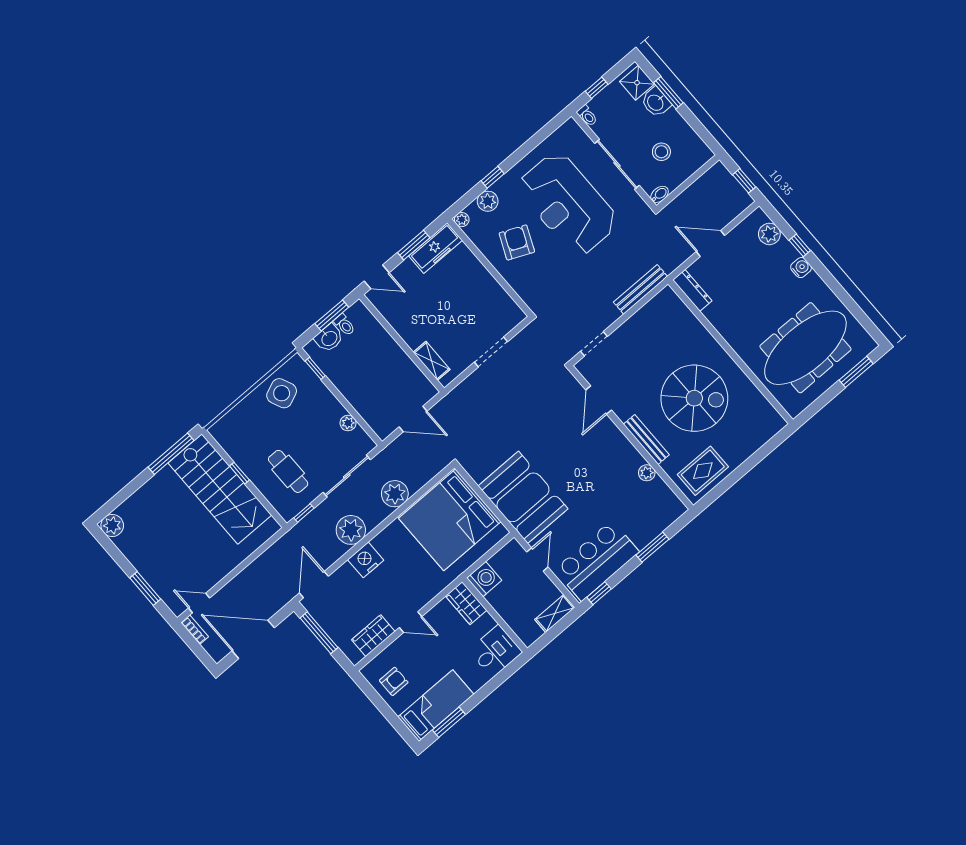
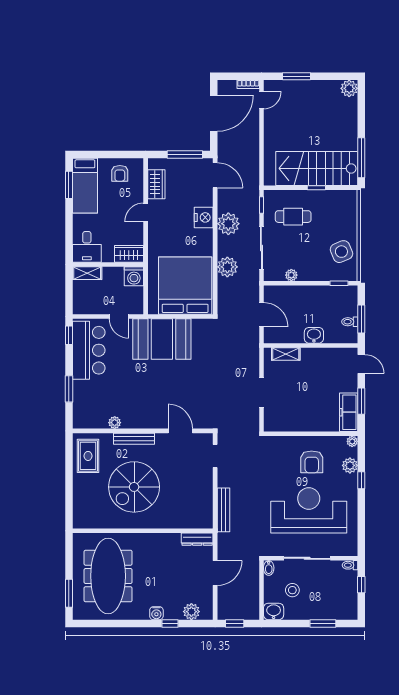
shower: (637, 83) -> (344, 610), removed
washbasin: (656, 102) -> (274, 611), moved
armchair: (517, 242) -> (312, 462), turned 66
door: (377, 277) -> (361, 364), swing flipped
washbasin: (329, 338) -> (314, 335), moved, turned 90
door: (413, 419) -> (261, 315), swing flipped
shelving: (555, 613) -> (87, 273), moved, turned 90

